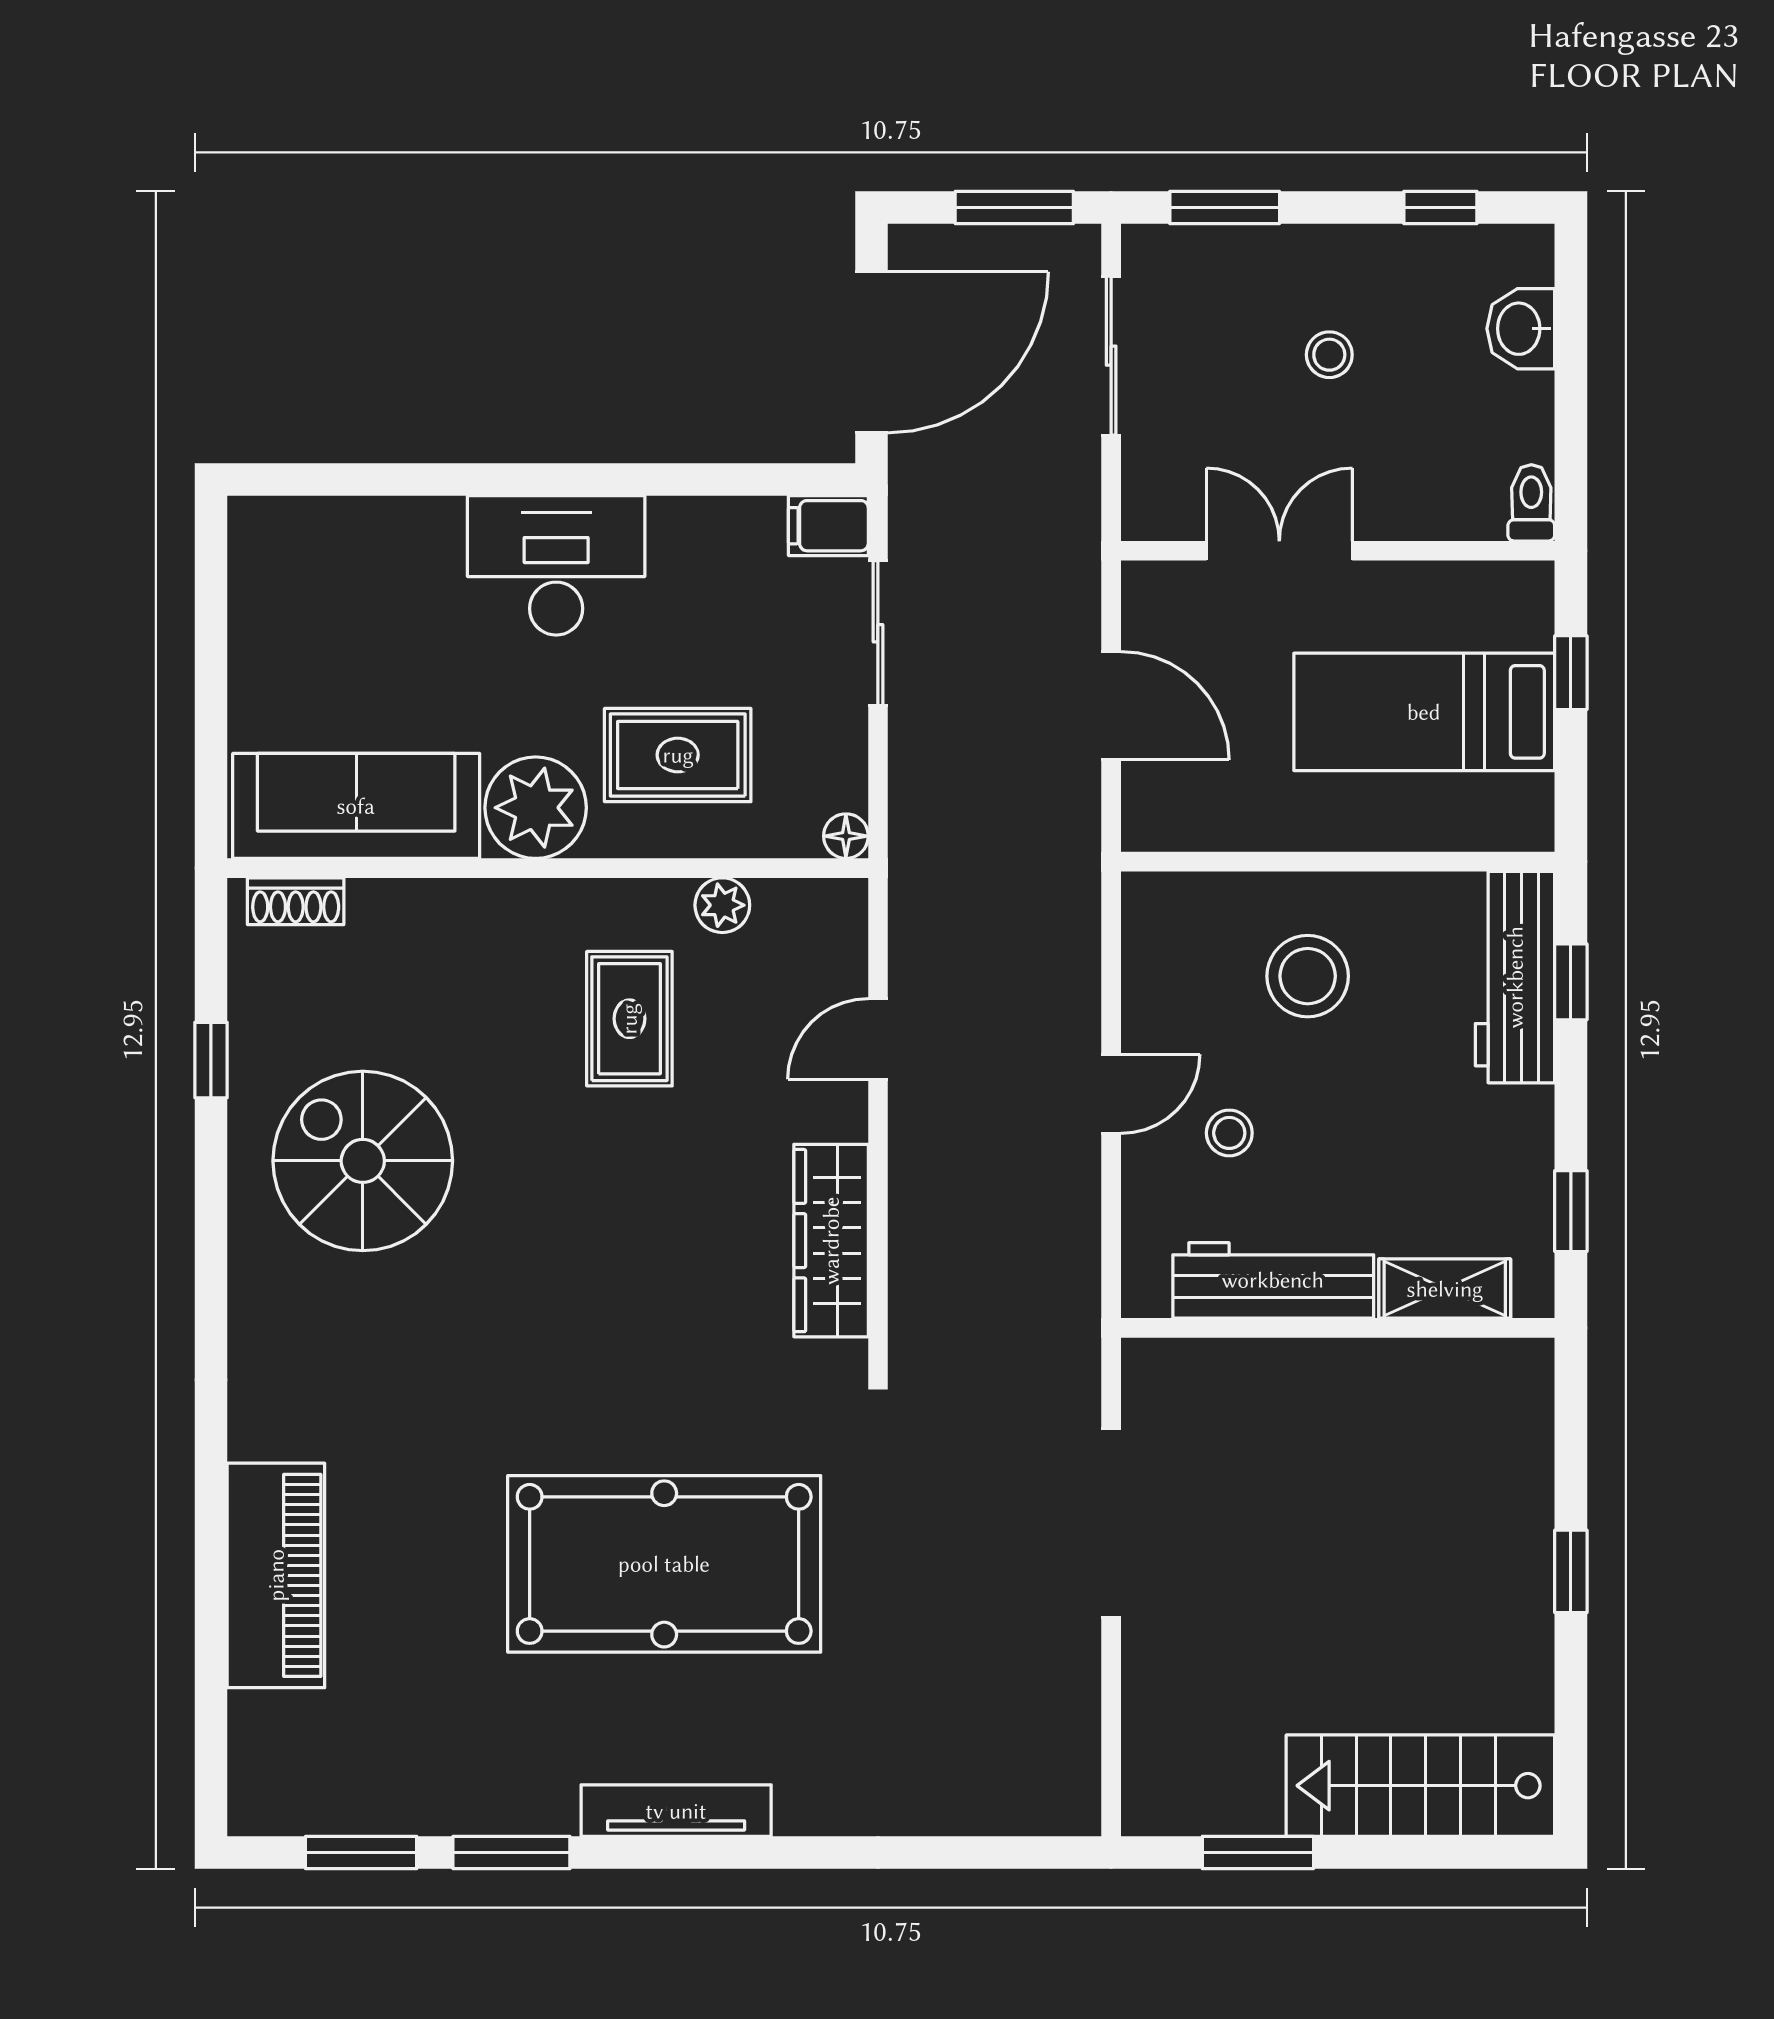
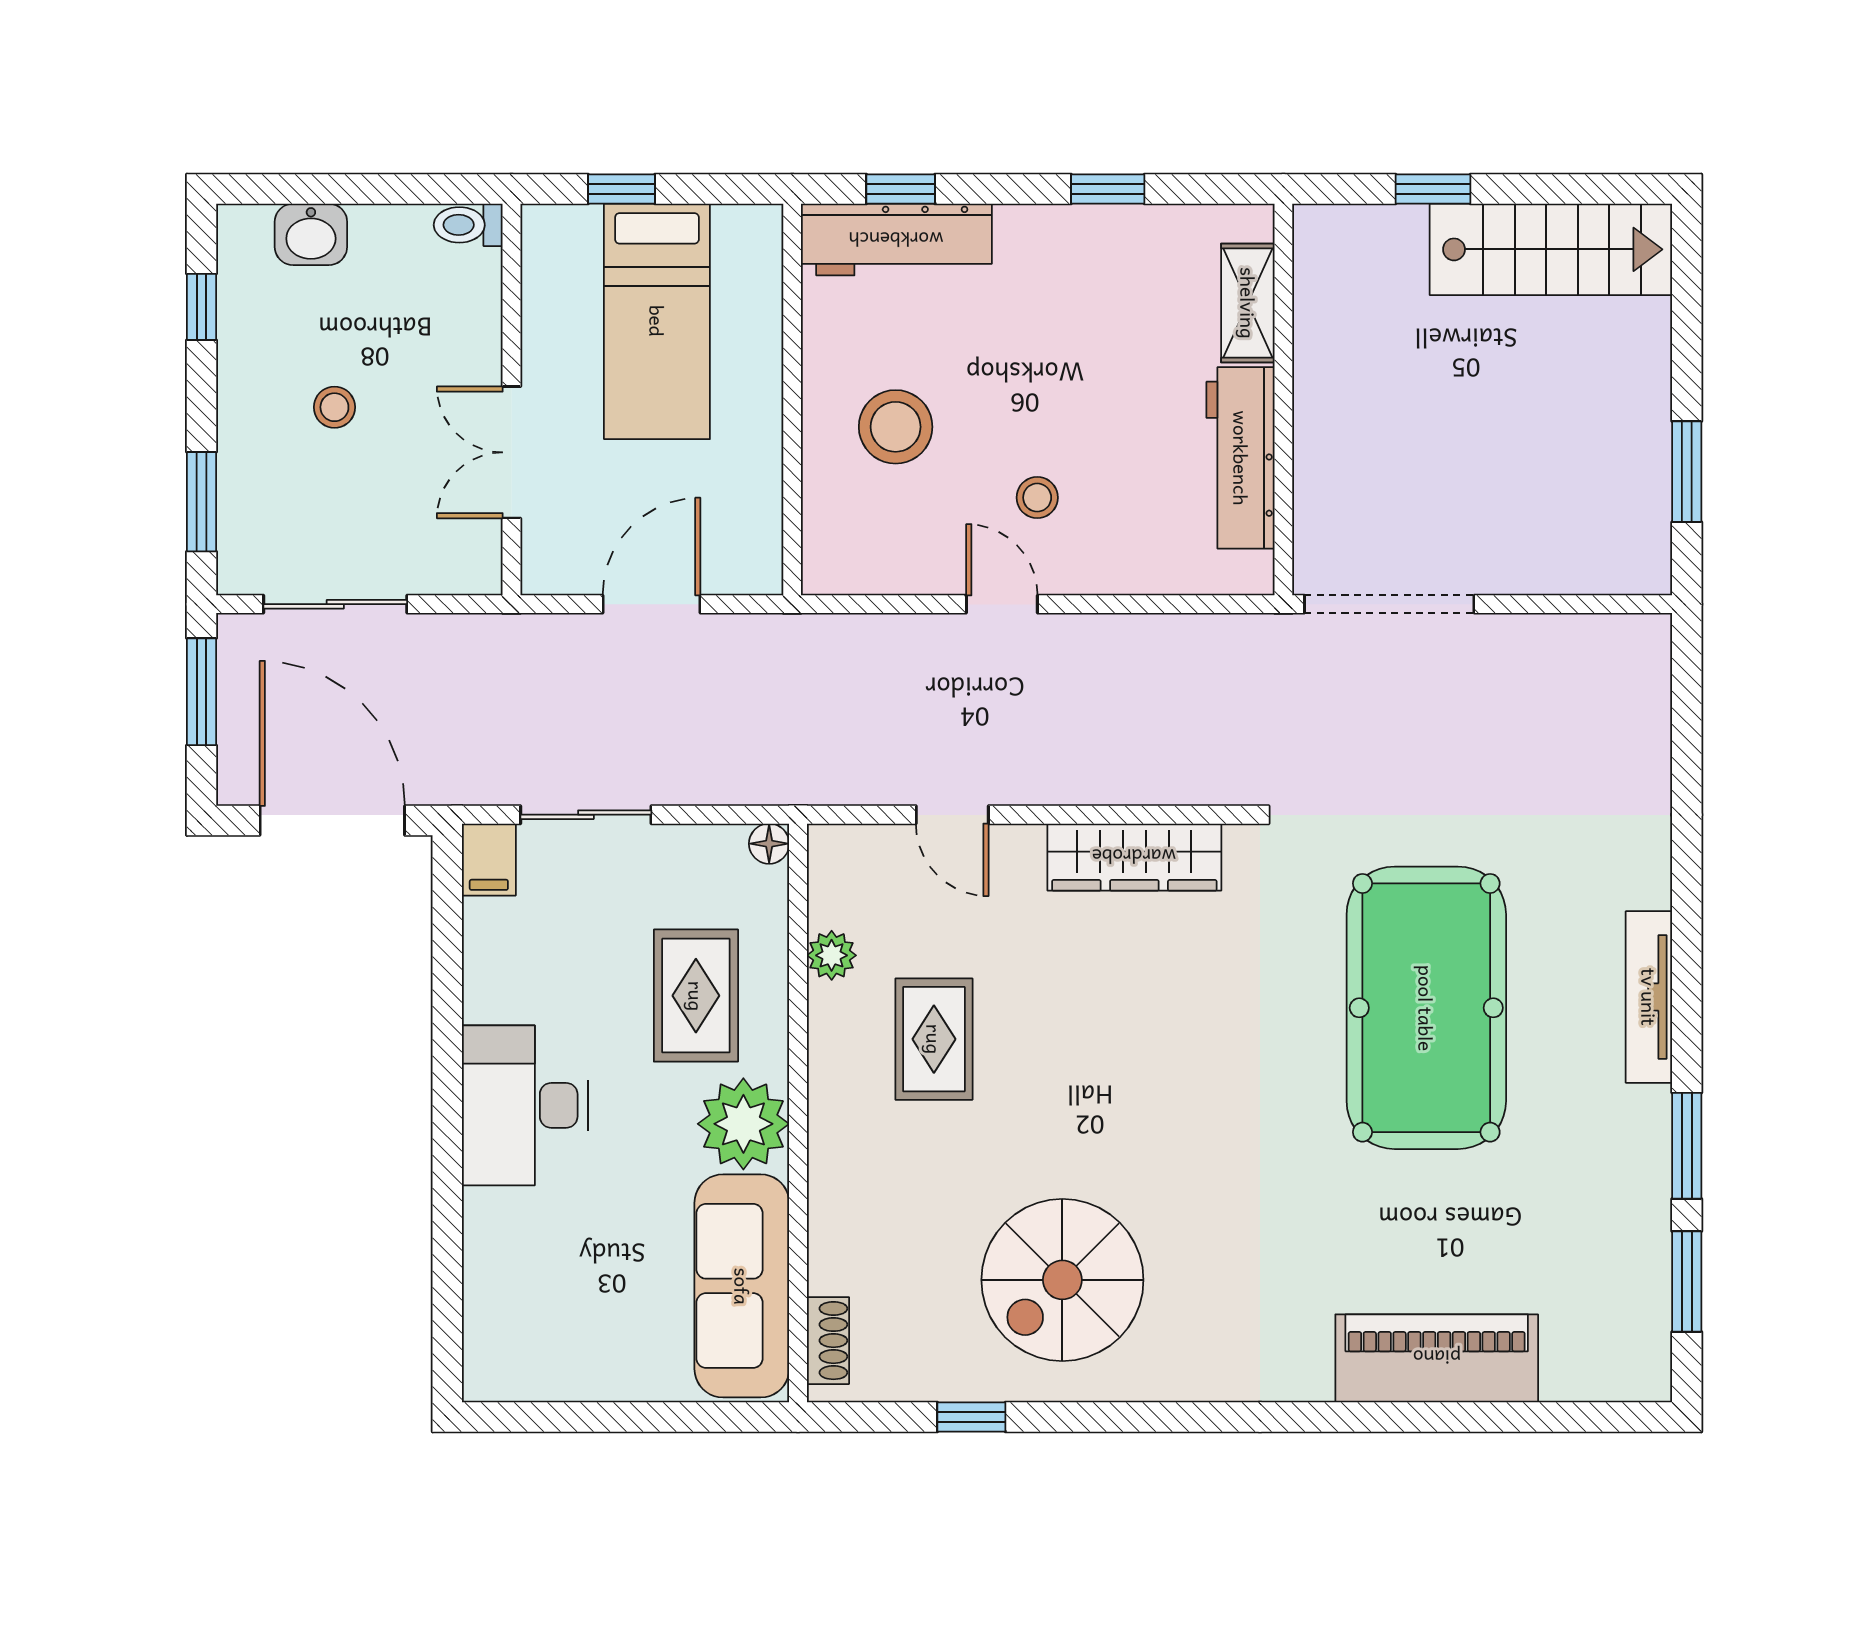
rug: (629, 1019) -> (934, 1039), turned 90
workbench: (1273, 1280) -> (1241, 458), moved
shelving: (1445, 1289) -> (1248, 303), moved
wall: (1338, 1328) -> (1283, 400), moved
stairs: (1420, 1786) -> (1551, 249), moved, turned -90

